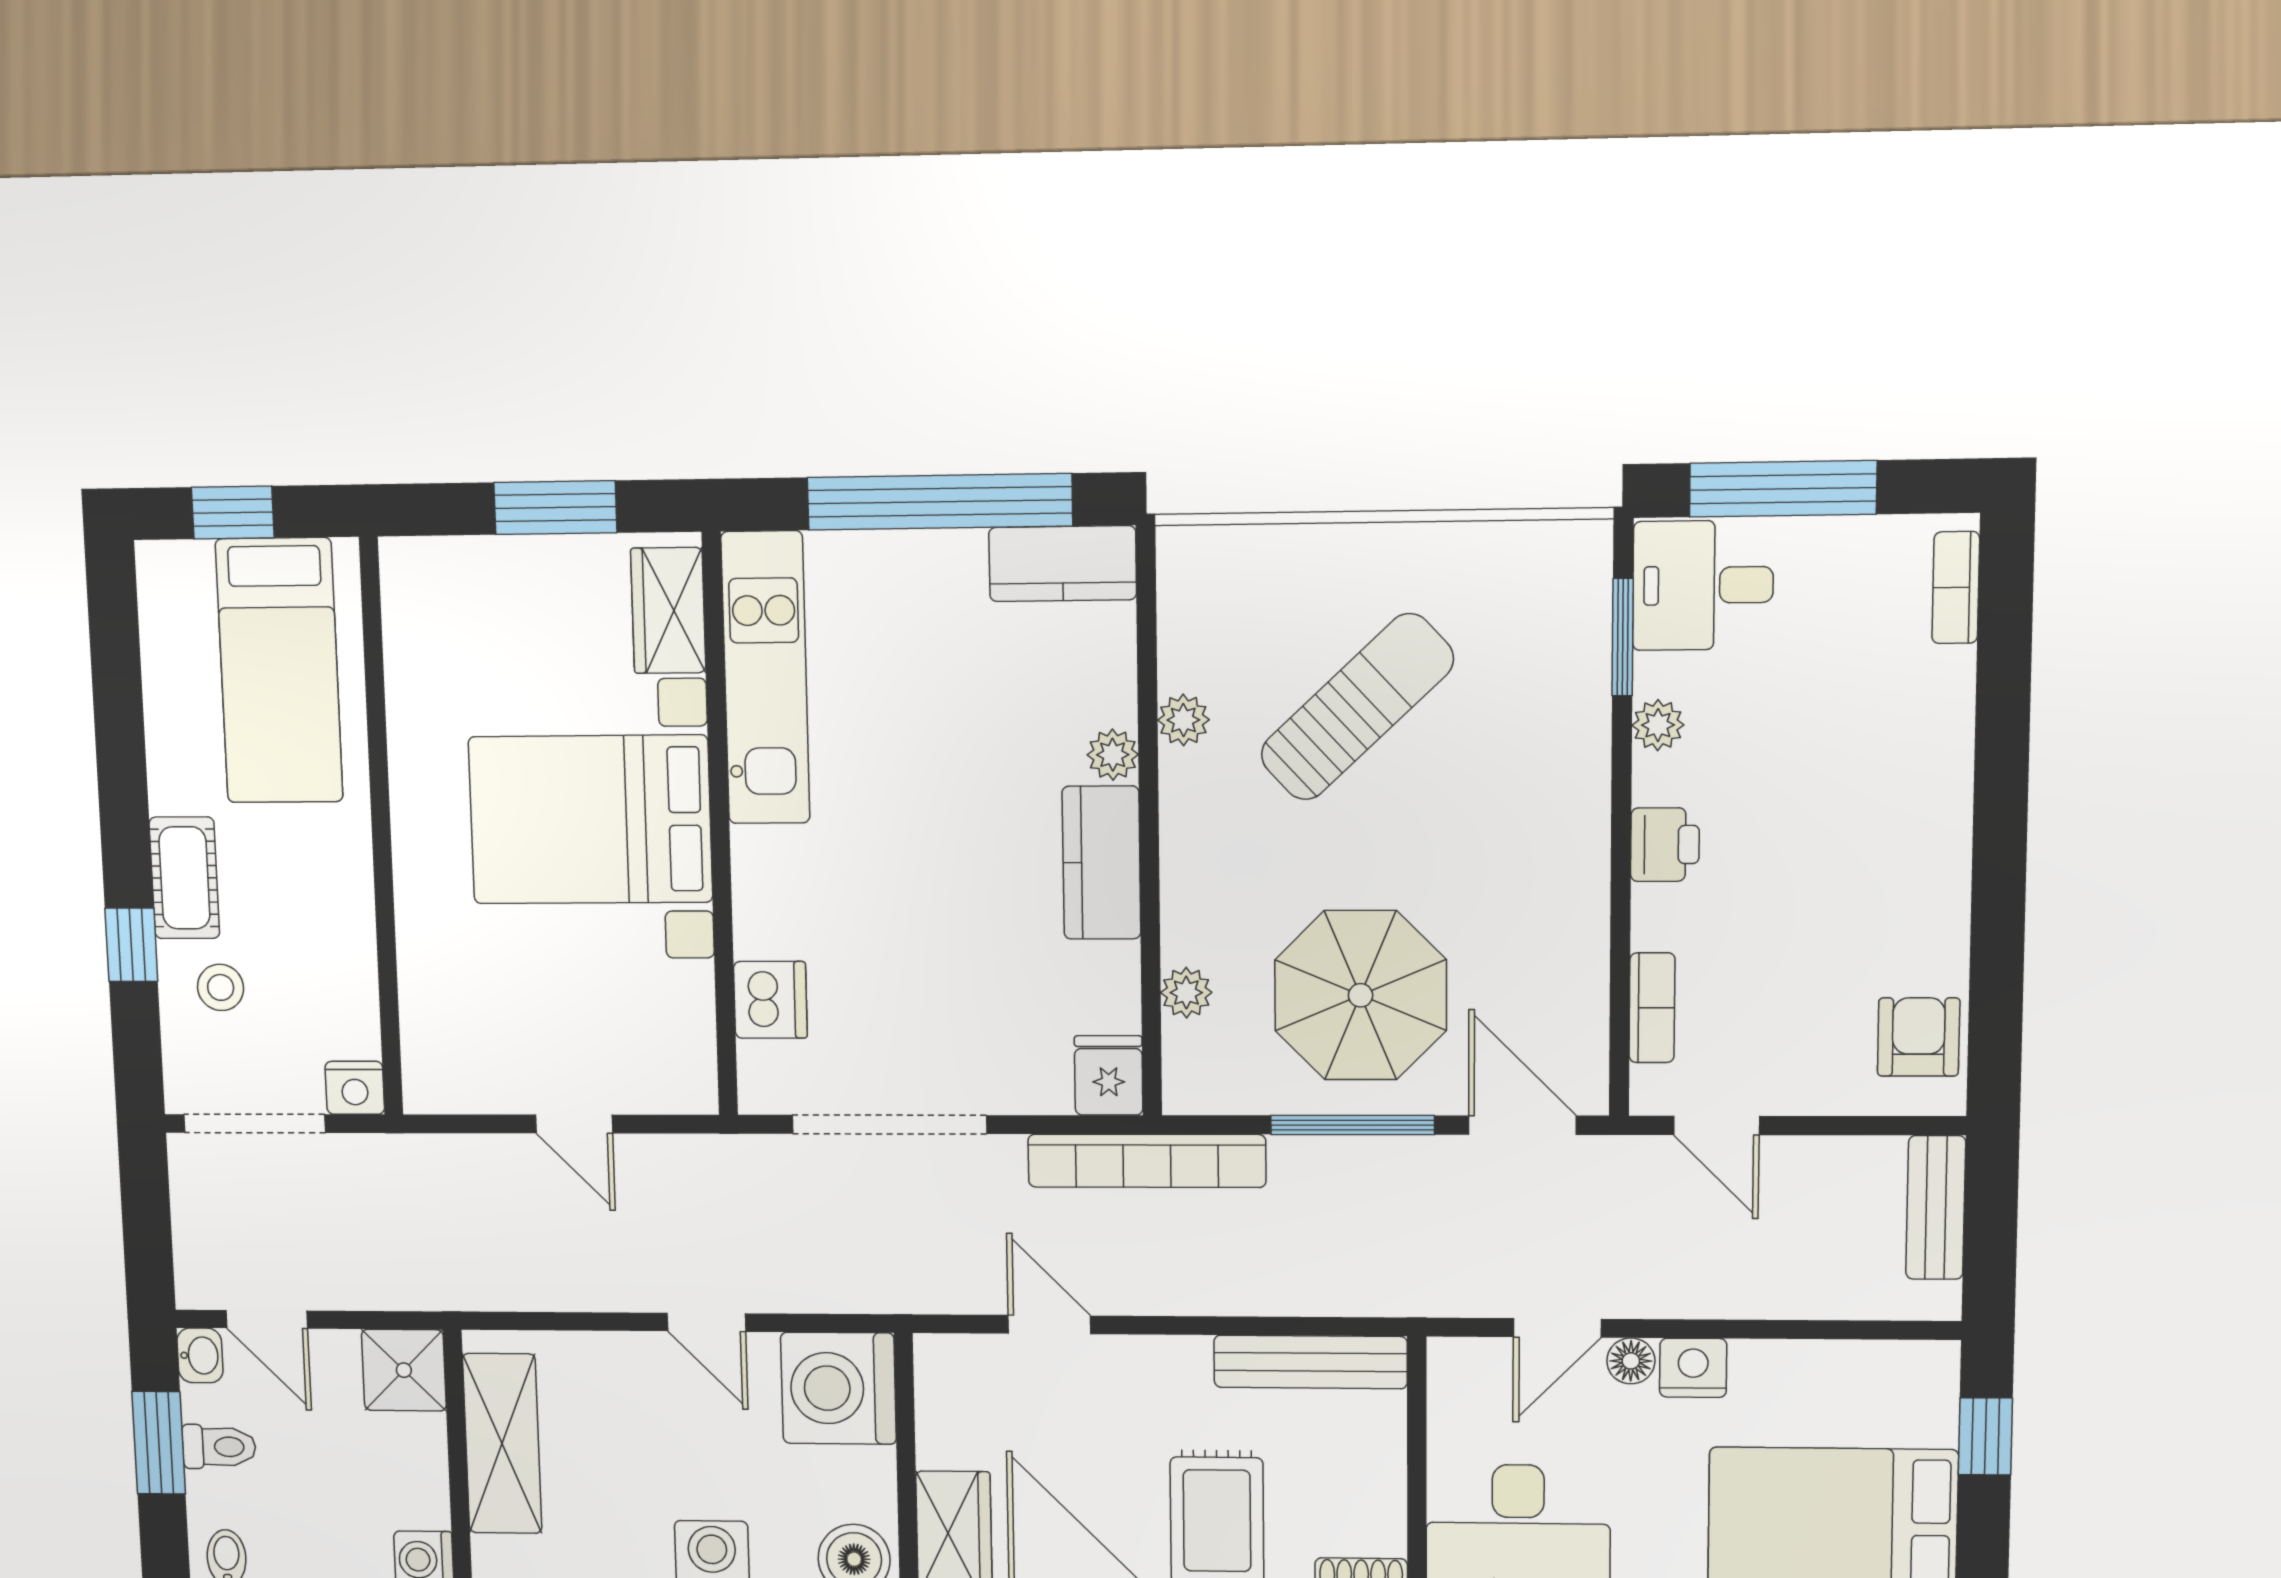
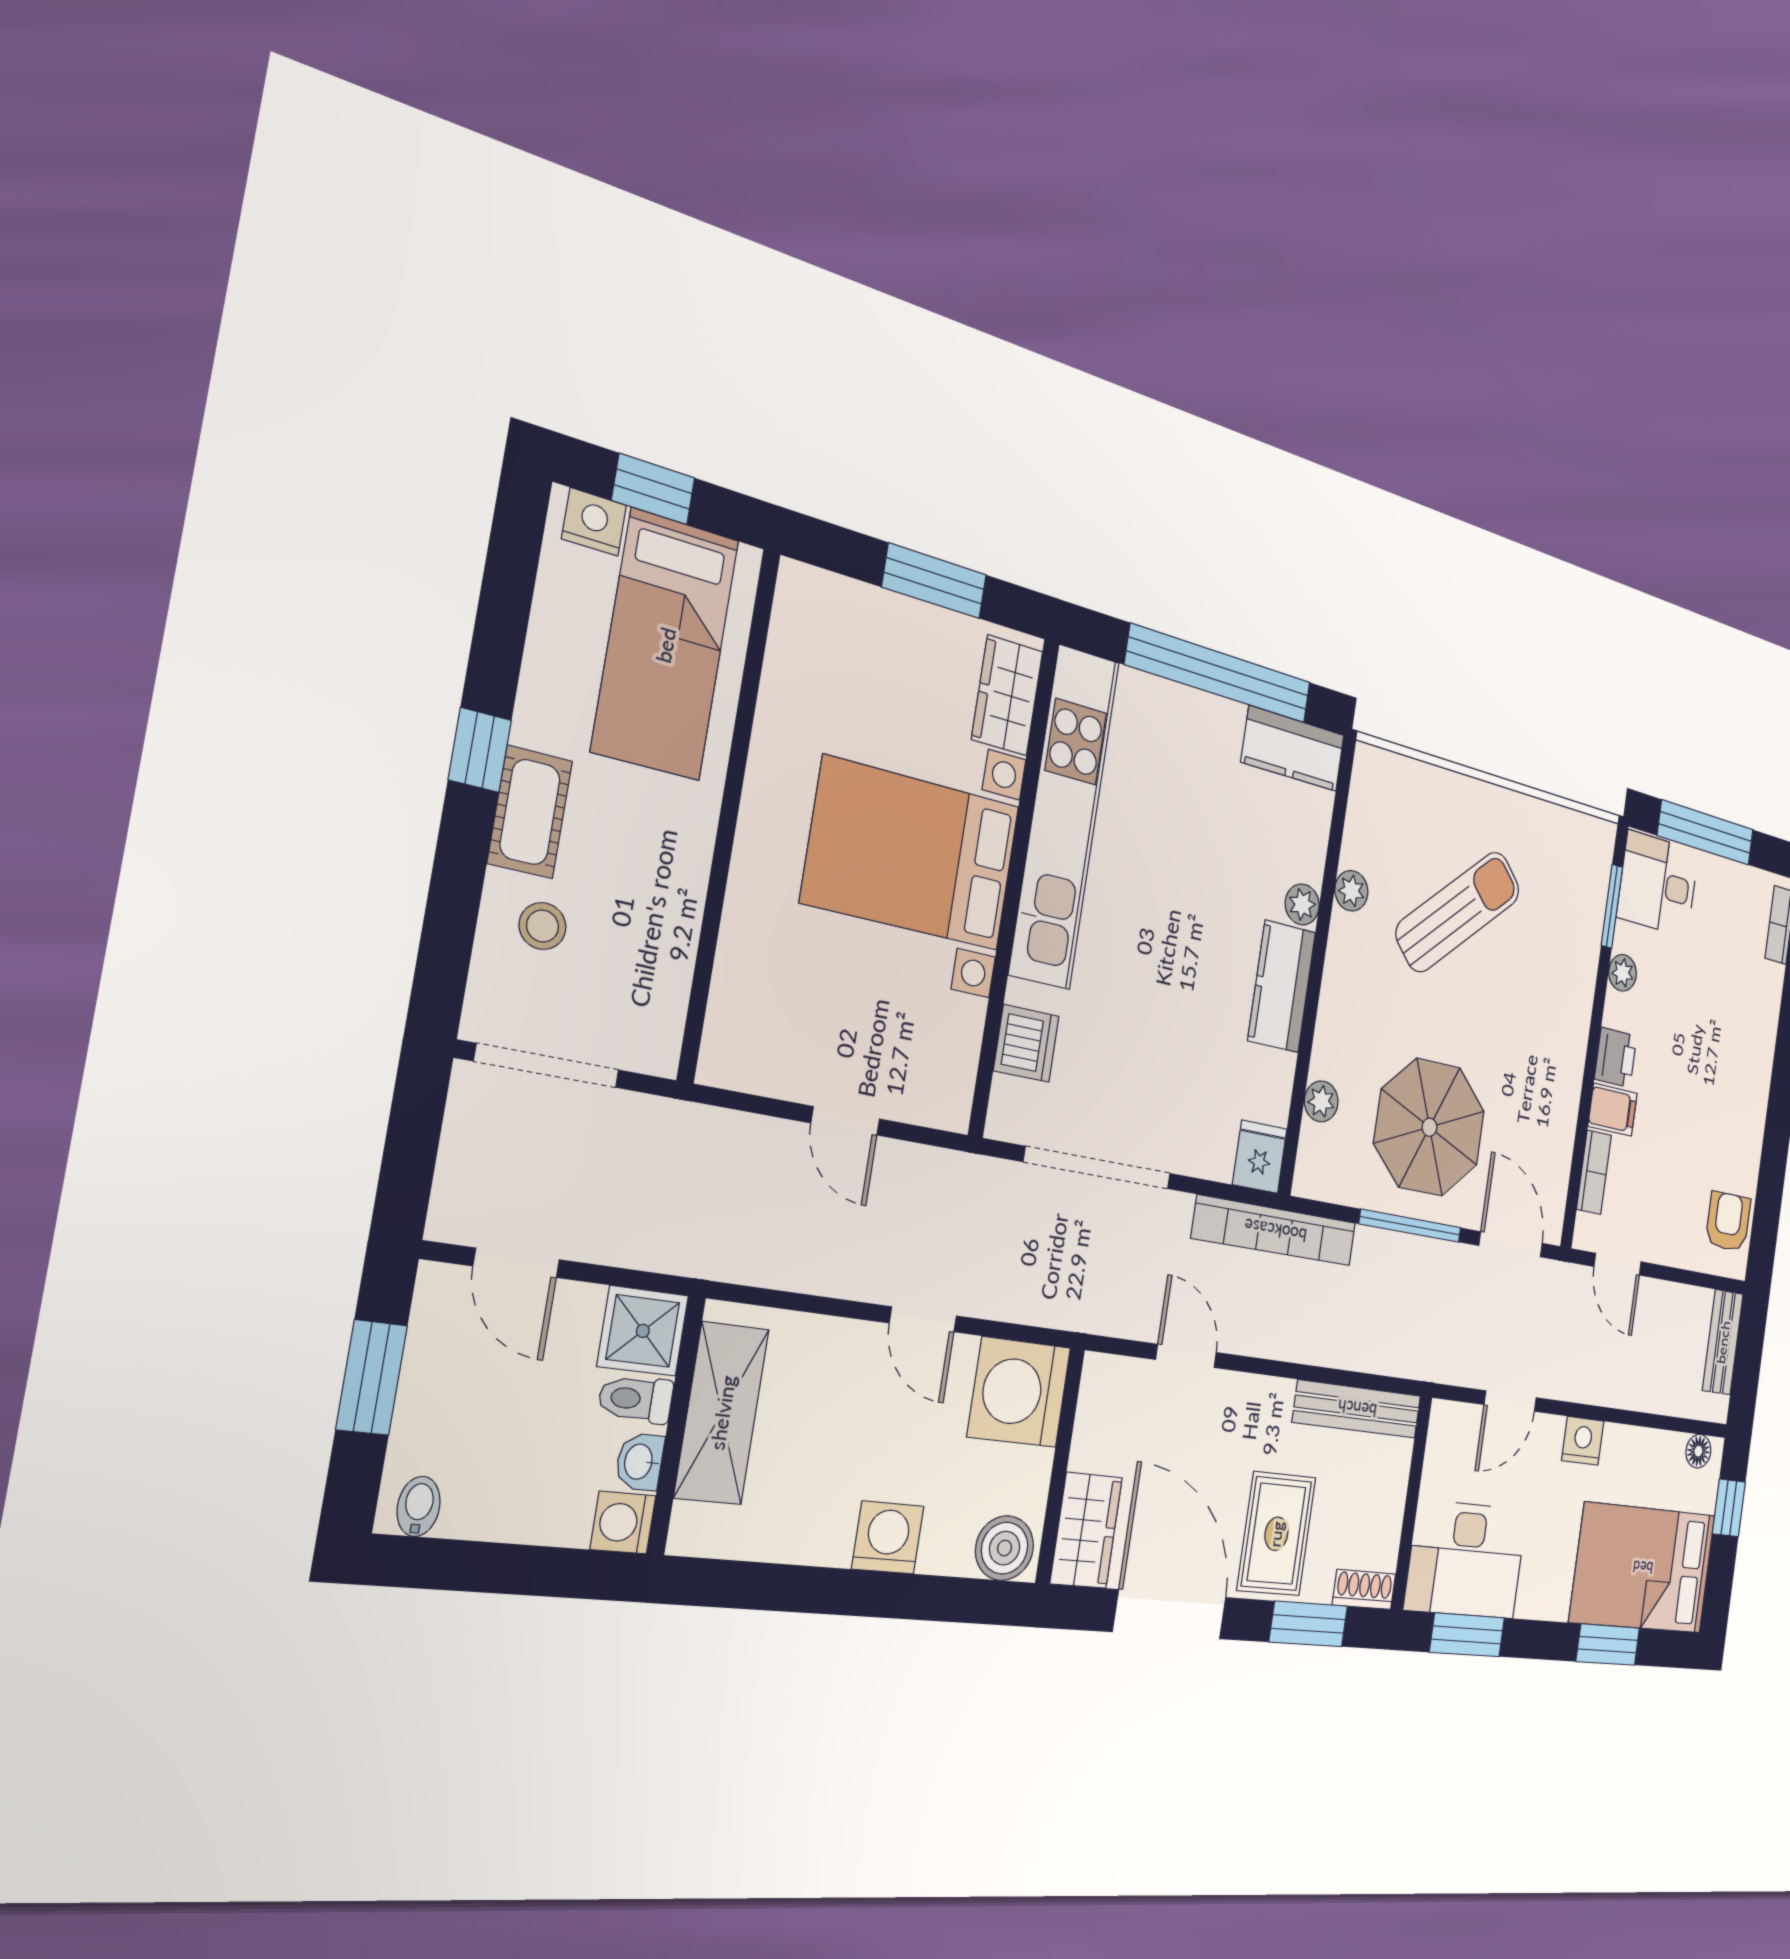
kitchen unit: (765, 678) -> (1064, 817), width x1.36
filing cabinet: (1672, 917) -> (1613, 1110), added
window: (131, 945) -> (480, 750), moved
nightstand: (355, 1088) -> (594, 522), moved, turned 180
washbasin: (200, 1355) -> (640, 1462), moved, turned 180
floor lamp: (1631, 1361) -> (1698, 1451), moved
toilet: (219, 1447) -> (636, 1399), moved, turned 180

